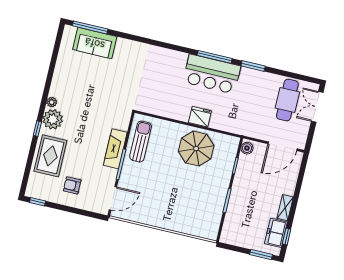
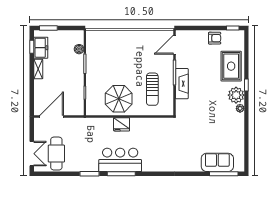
sun lounger: (141, 142) -> (152, 89), moved
boiler: (247, 148) -> (79, 49), moved
armchair: (72, 185) -> (215, 38), moved

